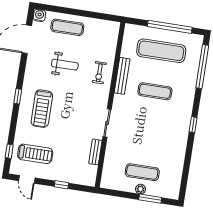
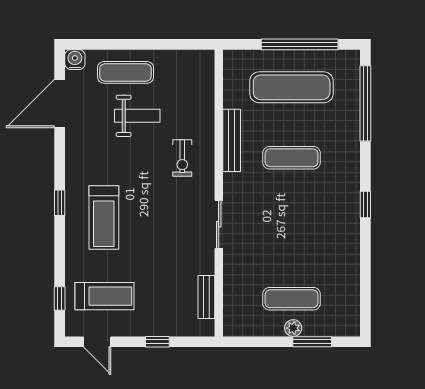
weight bench: (65, 65) -> (137, 116), moved
exercise bike: (99, 73) -> (182, 158), moved
bench: (95, 152) -> (206, 297), moved

